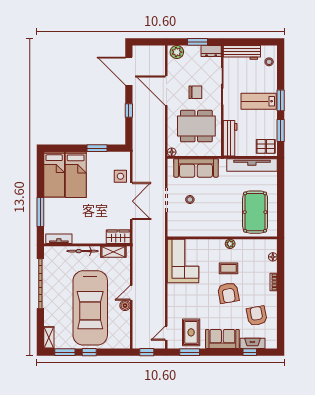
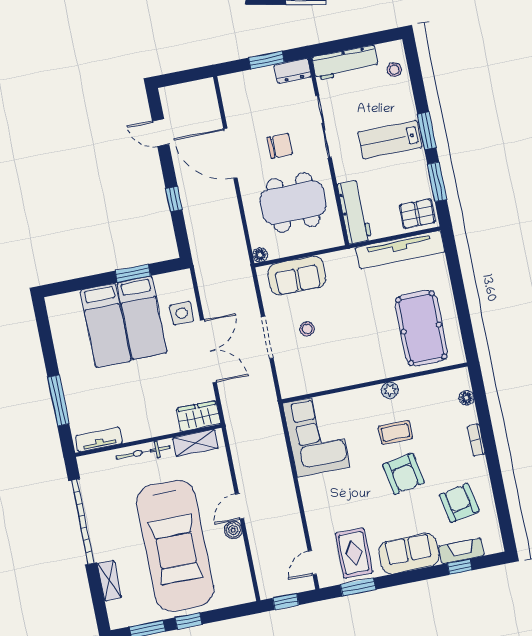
plant: (177, 52) -> (235, 84), removed
door: (129, 71) -> (161, 133), width x0.53
sofa: (196, 168) -> (297, 276), width x0.73
bed: (54, 174) -> (142, 318), moved
shelving: (49, 338) -> (109, 581), moved

